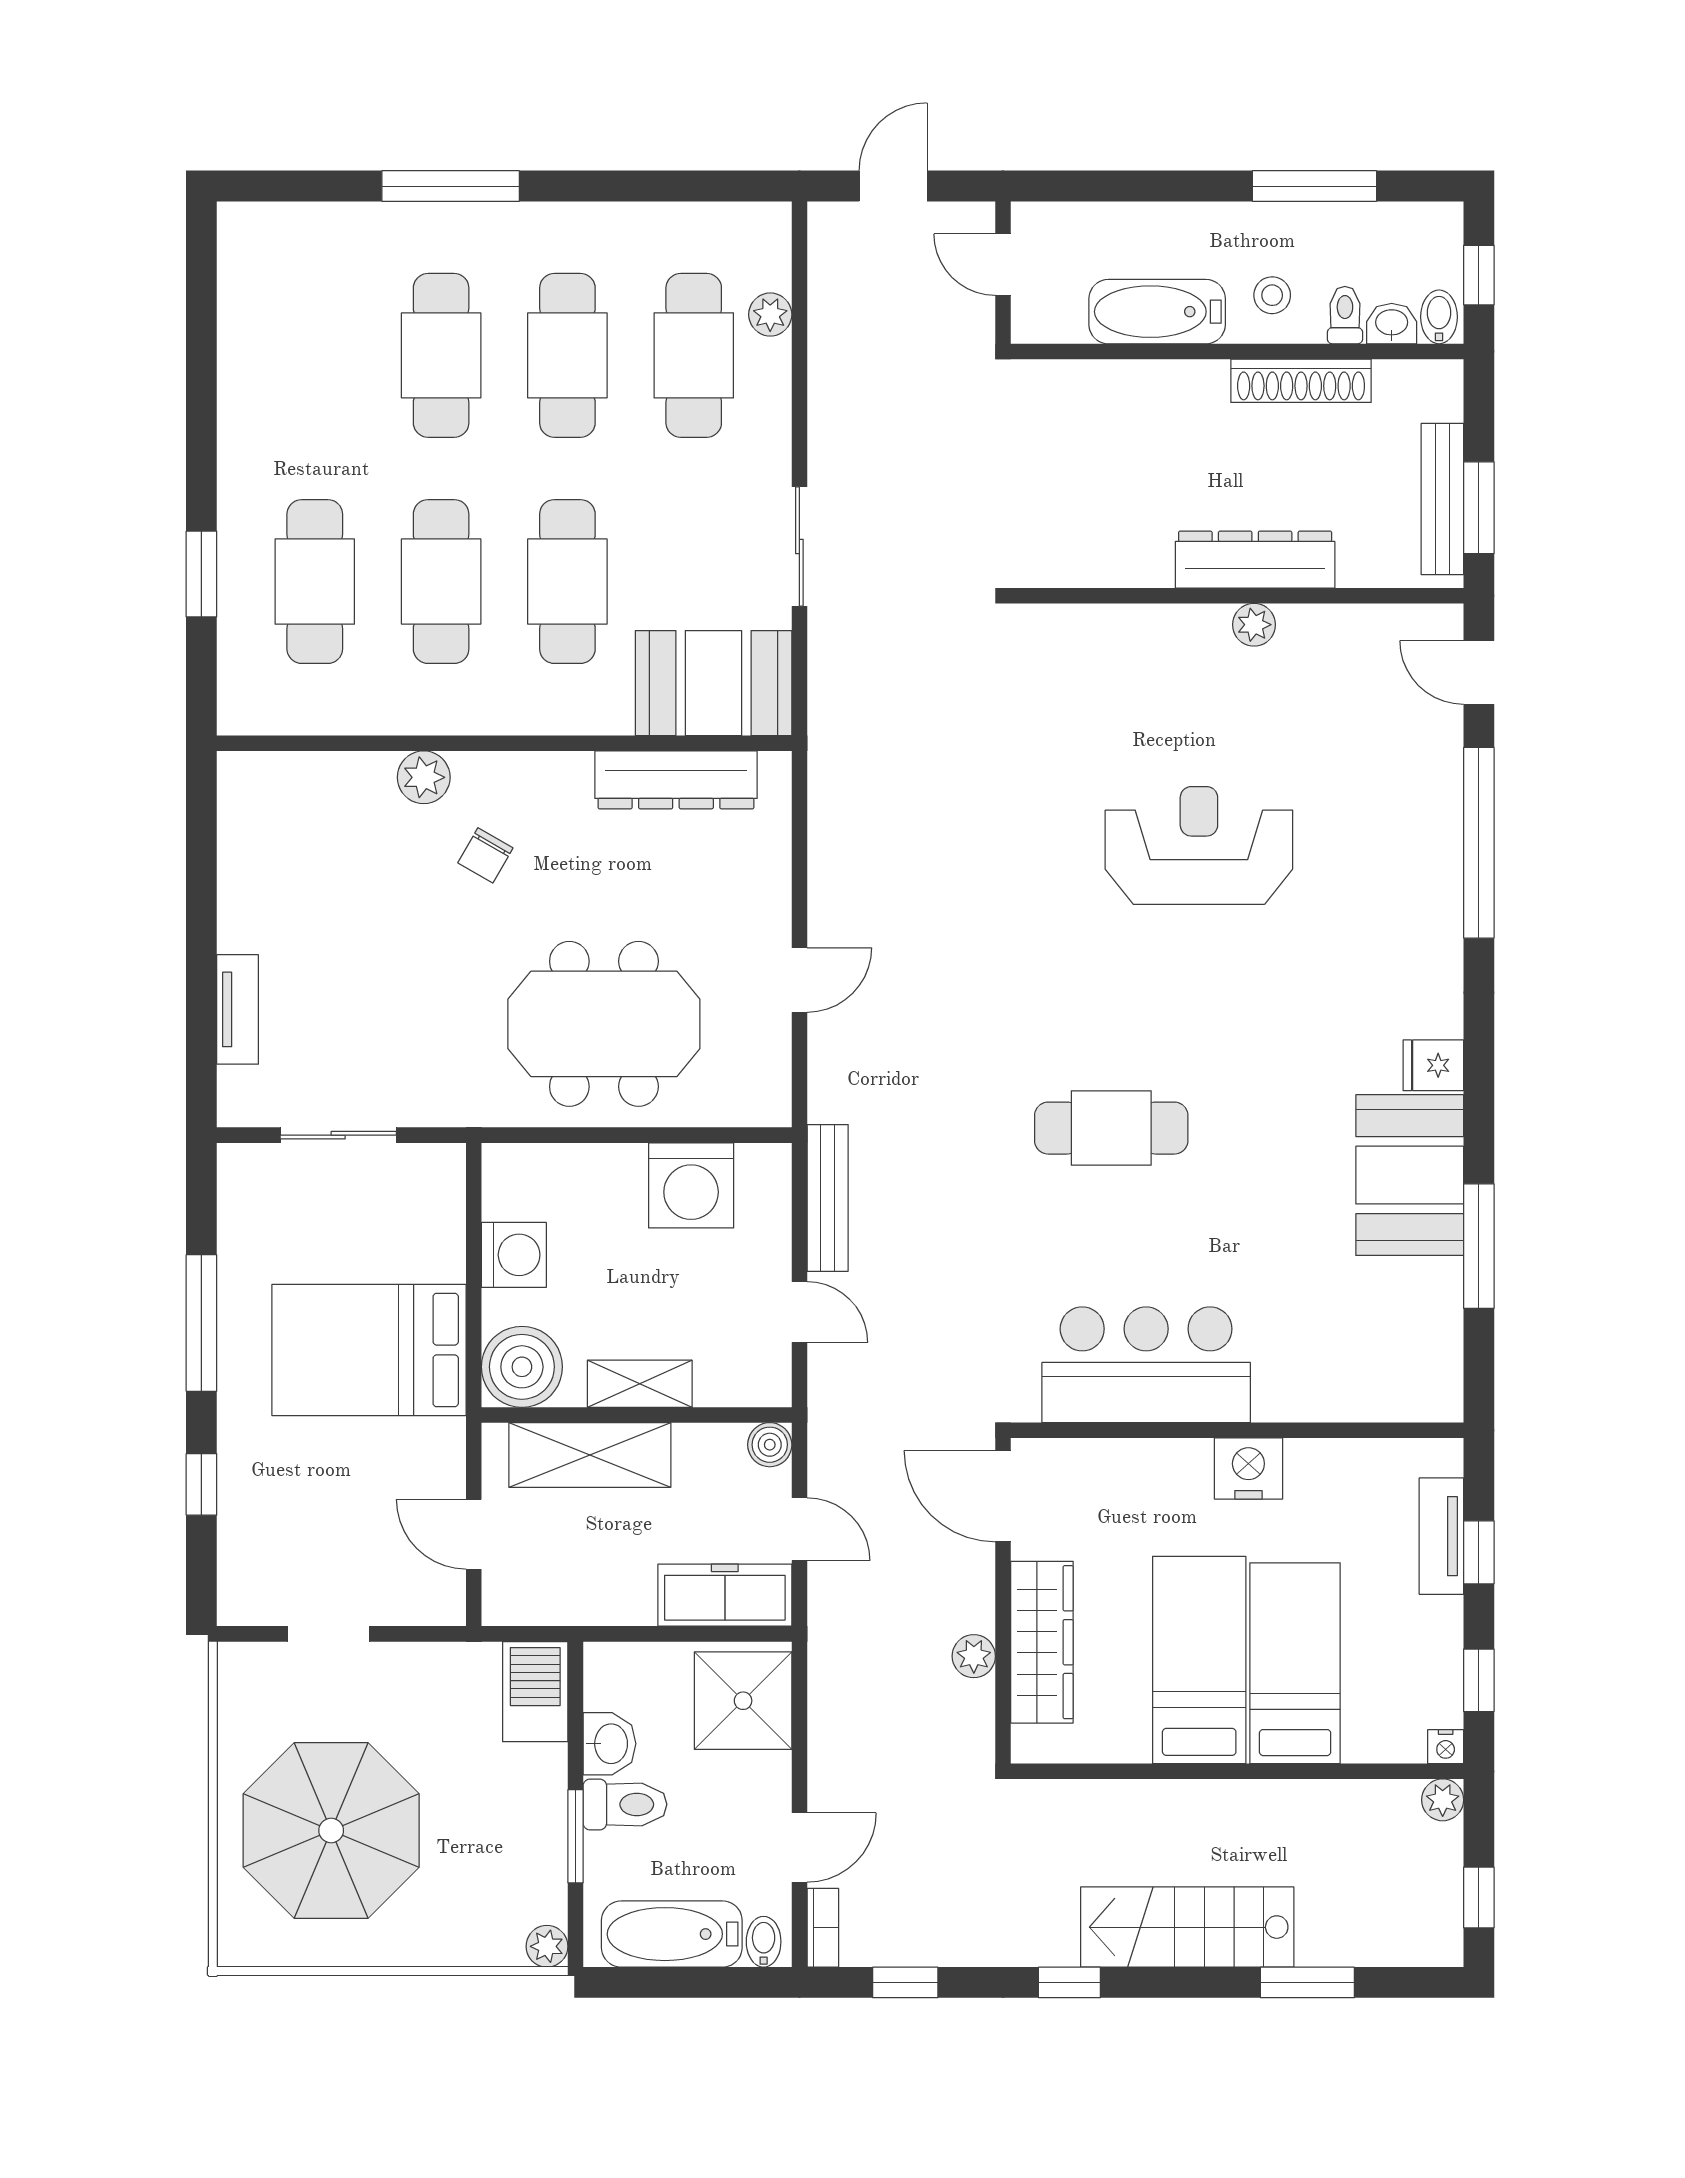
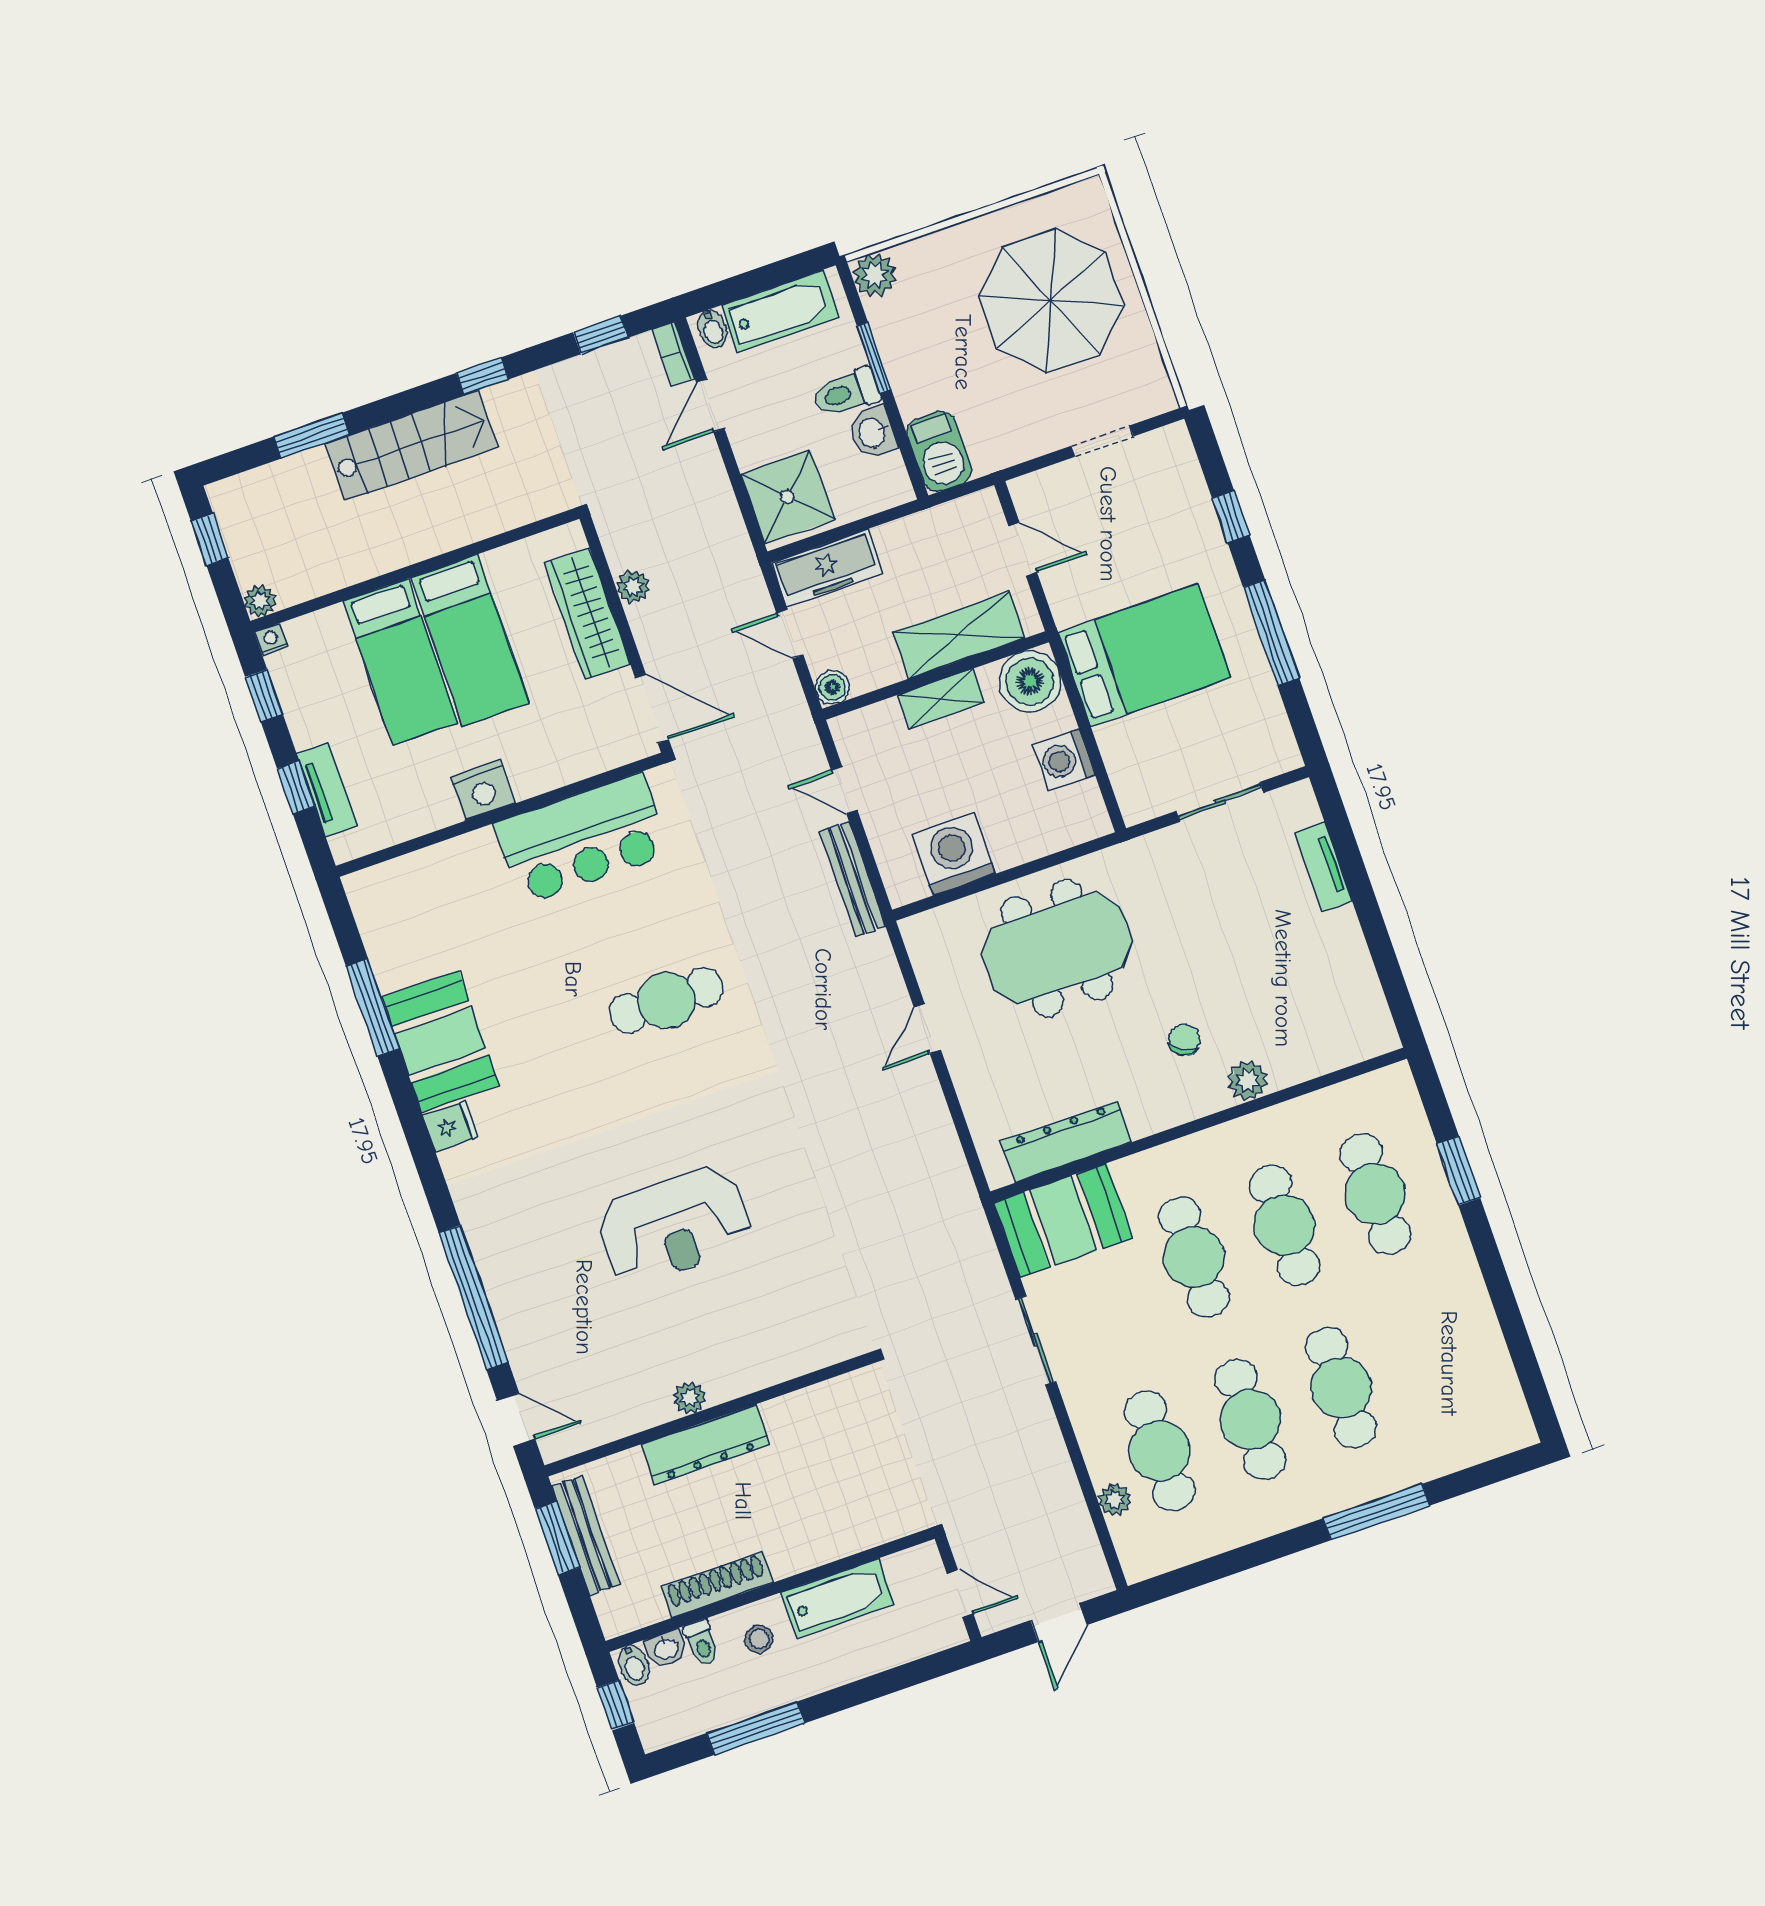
plant: (547, 1946) -> (875, 275), width x1.38, depth x1.38

